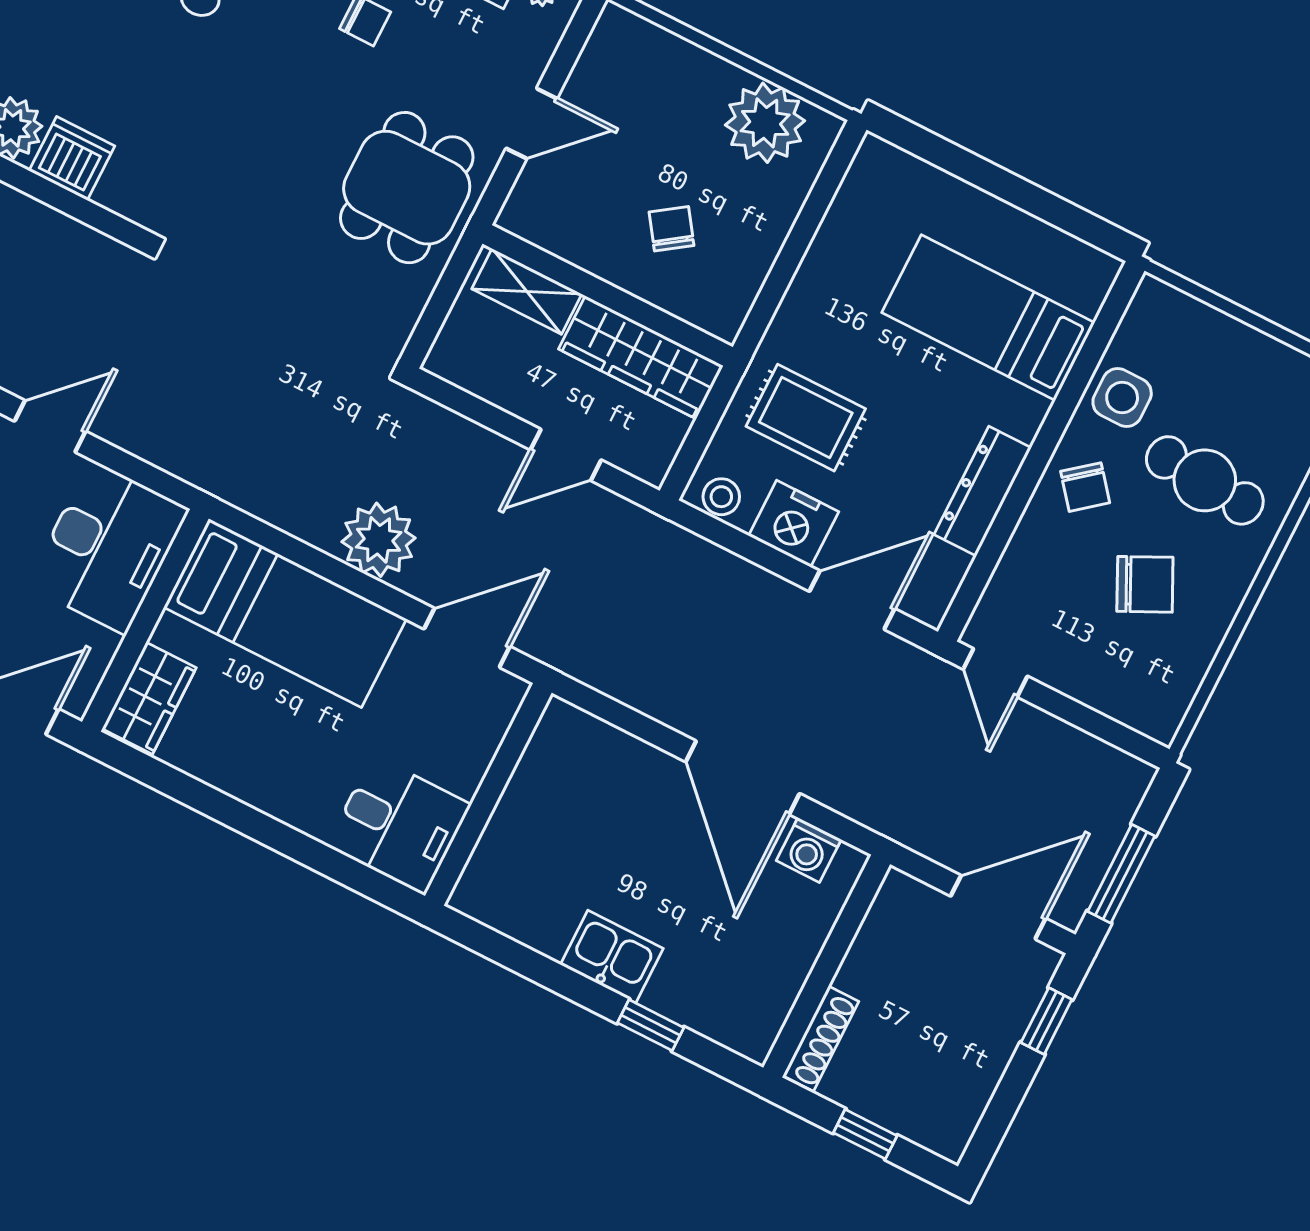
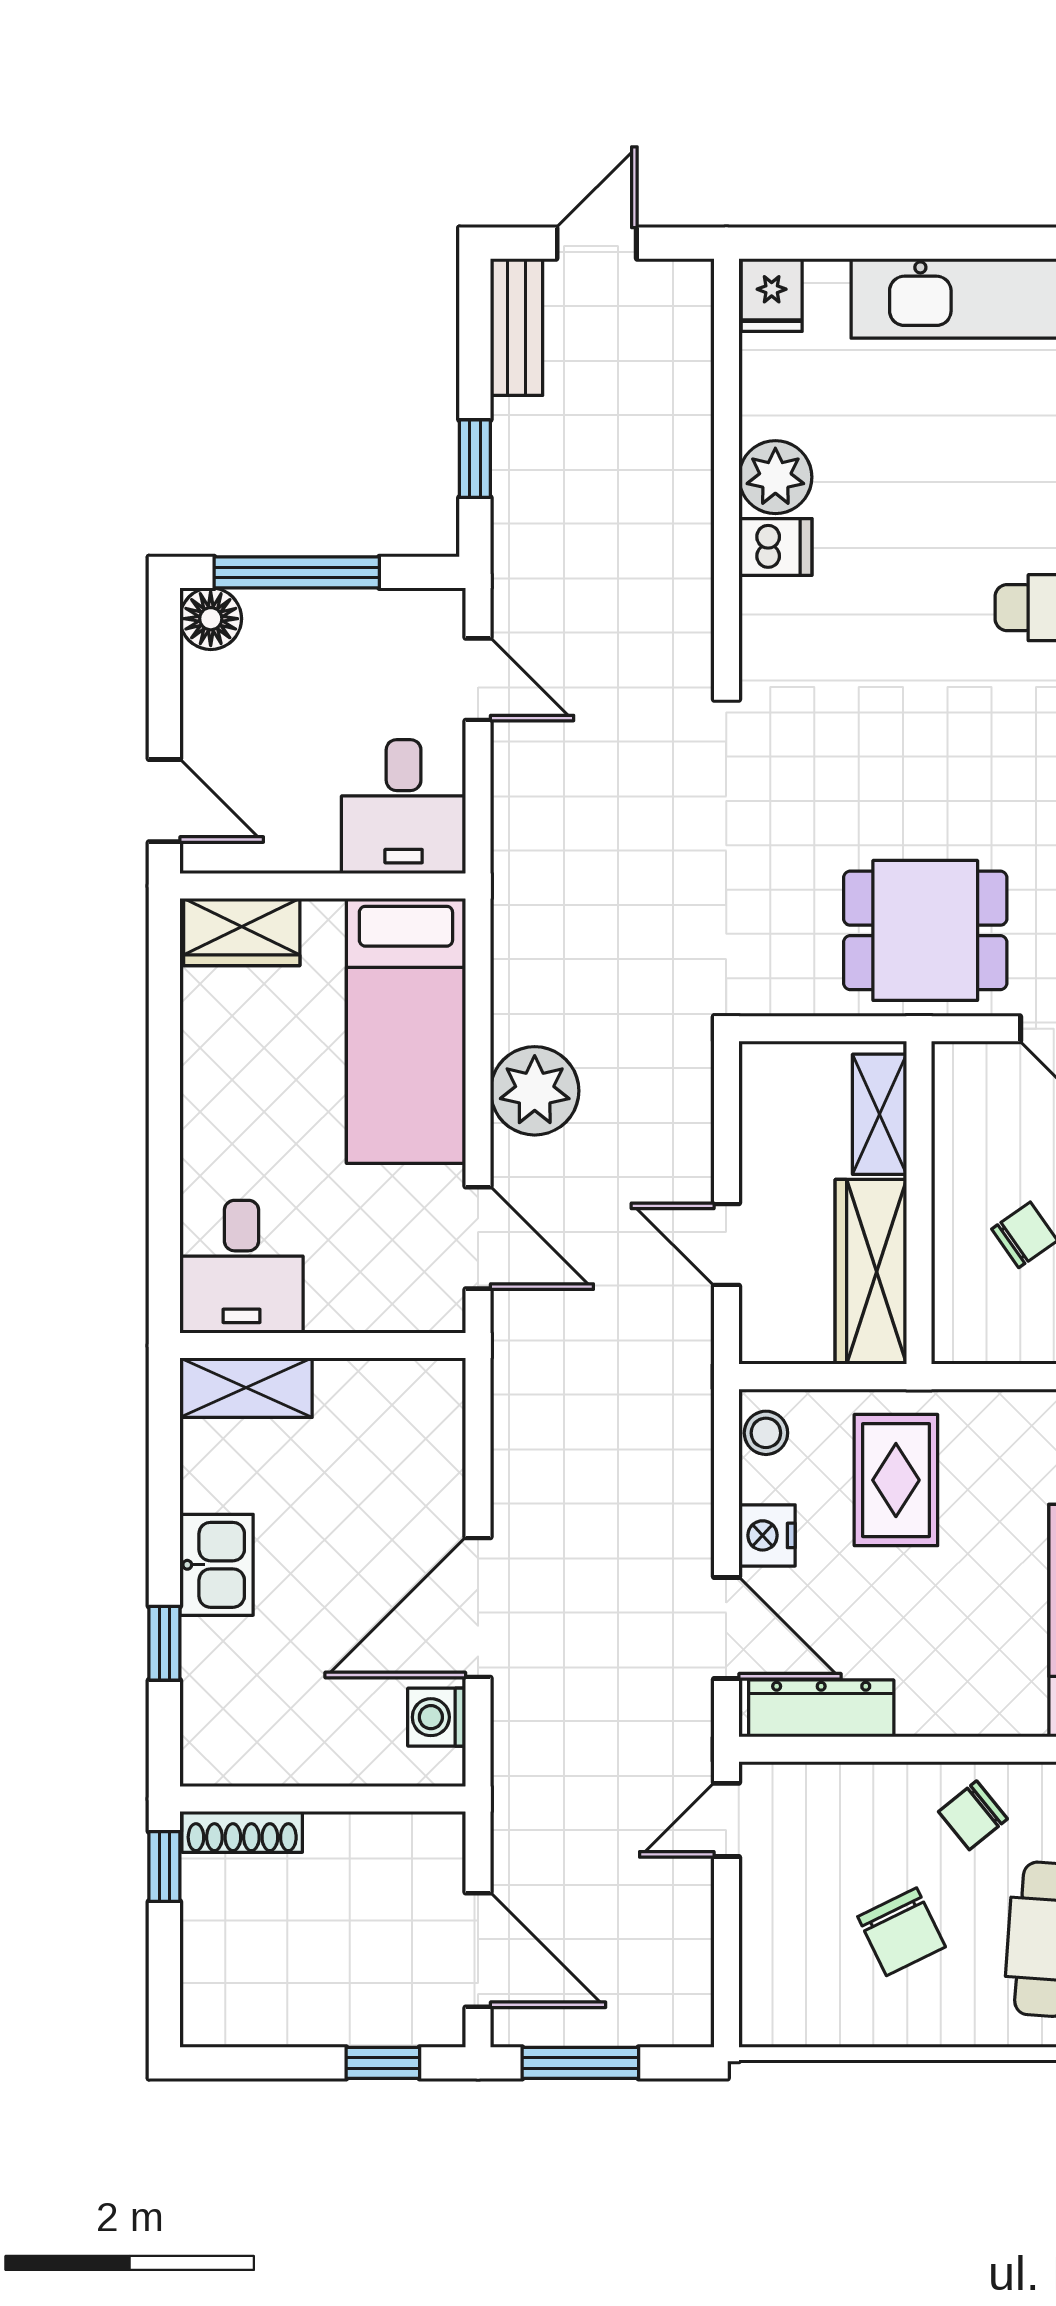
dishwasher: (72, 158) -> (775, 547), width x0.73
dresser: (983, 491) -> (821, 1708), moved
nightstand: (794, 524) -> (767, 1535), width x0.74, depth x0.75
desk: (108, 547) -> (404, 807), width x0.73
shelving: (491, 868) -> (246, 1388), added
window: (865, 1134) -> (164, 1867), moved

